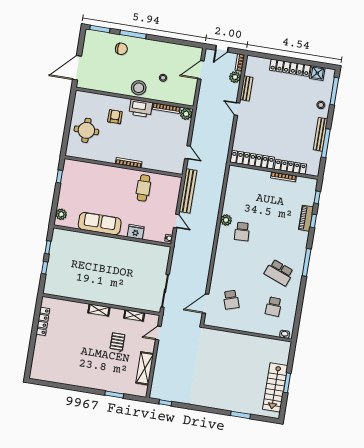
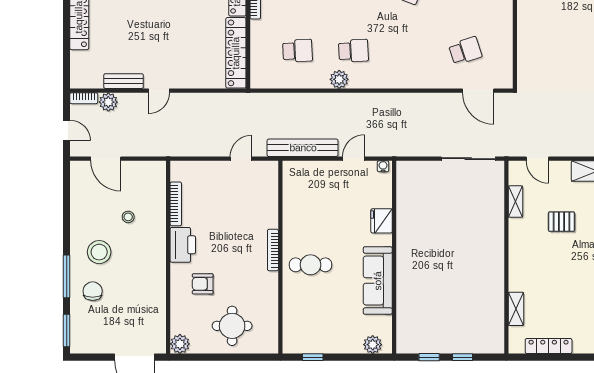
stool: (139, 88) -> (99, 252), moved
plant: (186, 114) -> (180, 344), moved
cafe table: (143, 188) -> (310, 265), moved
school desk: (248, 197) -> (298, 51), added
shelving: (99, 310) -> (516, 309), moved

